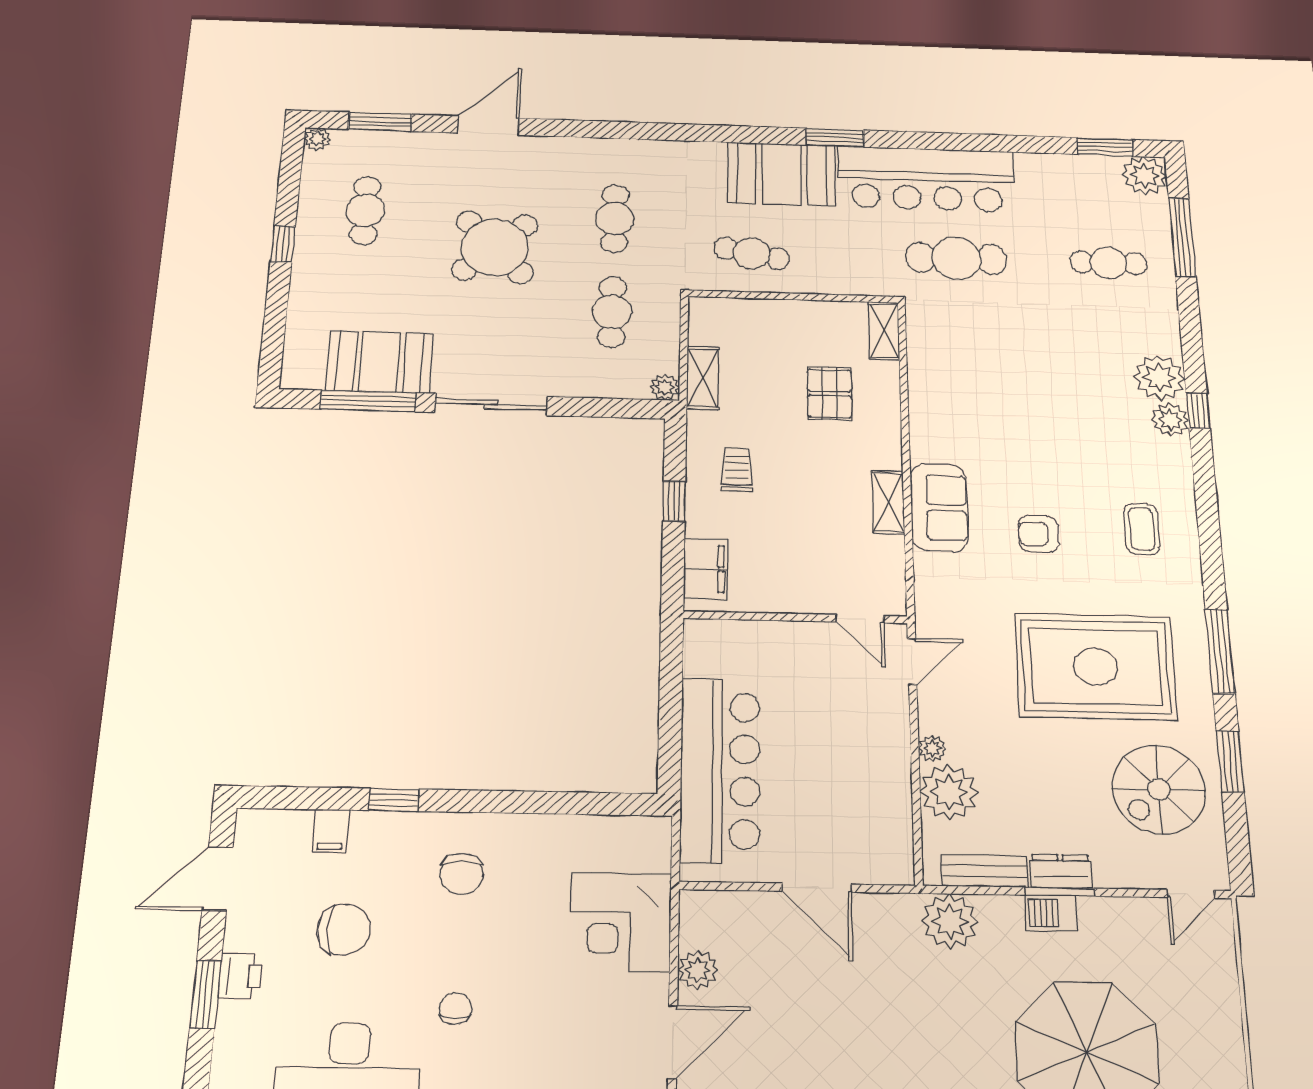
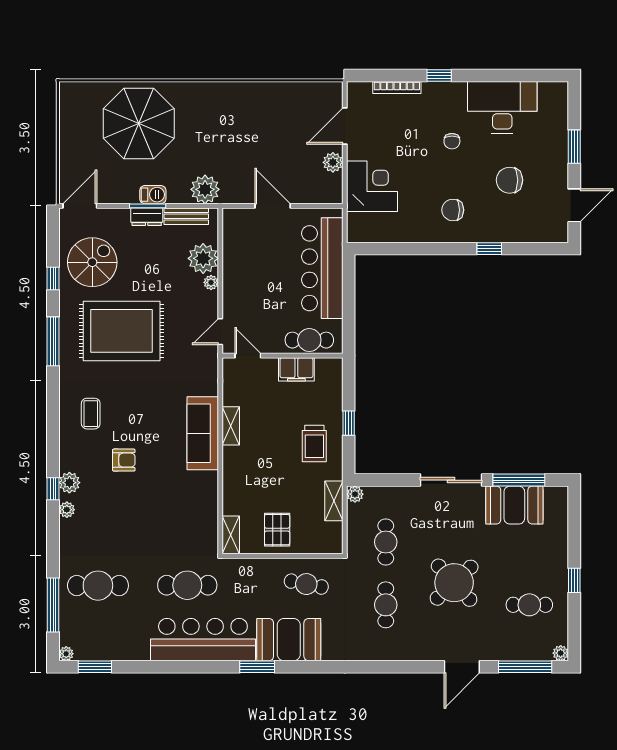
window: (380, 122) -> (525, 667), width x1.44
plant: (1144, 175) -> (66, 654), width x0.53, depth x0.53
cafe table: (365, 210) -> (529, 605), turned 90
cafe table: (1109, 263) -> (98, 586), width x1.37, depth x1.35
plant: (1159, 378) -> (67, 510), width x0.53, depth x0.53
pallet: (829, 394) -> (277, 530), moved
trolley: (737, 470) -> (314, 444), width x1.36, depth x1.39
sofa: (939, 507) -> (203, 433), width x1.36
armchair: (1038, 534) -> (124, 460), moved
filing cabinet: (706, 569) -> (296, 369), moved, turned -90
cafe table: (746, 643) -> (309, 340), added
window: (1230, 762) -> (53, 278), width x0.67
filing cabinet: (331, 831) -> (520, 231), removed
chair: (462, 874) -> (453, 210), turned -90
door: (1191, 894) -> (80, 206), width x1.38
printer: (240, 976) -> (558, 156), removed

